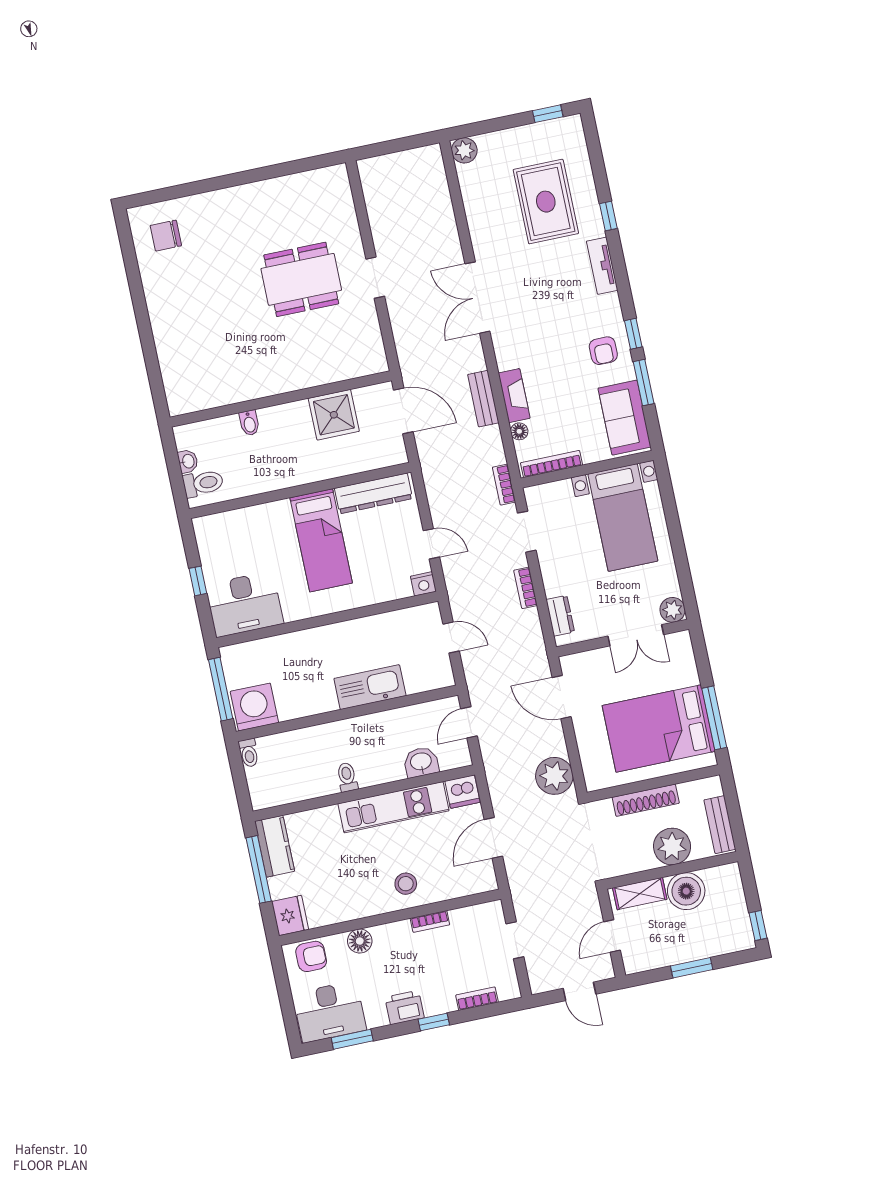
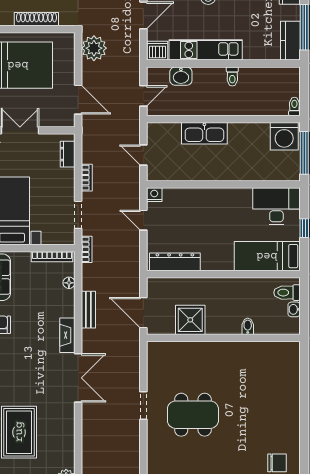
fireplace: (514, 396) -> (67, 335), moved
bed: (321, 540) -> (267, 256), moved, turned -90

